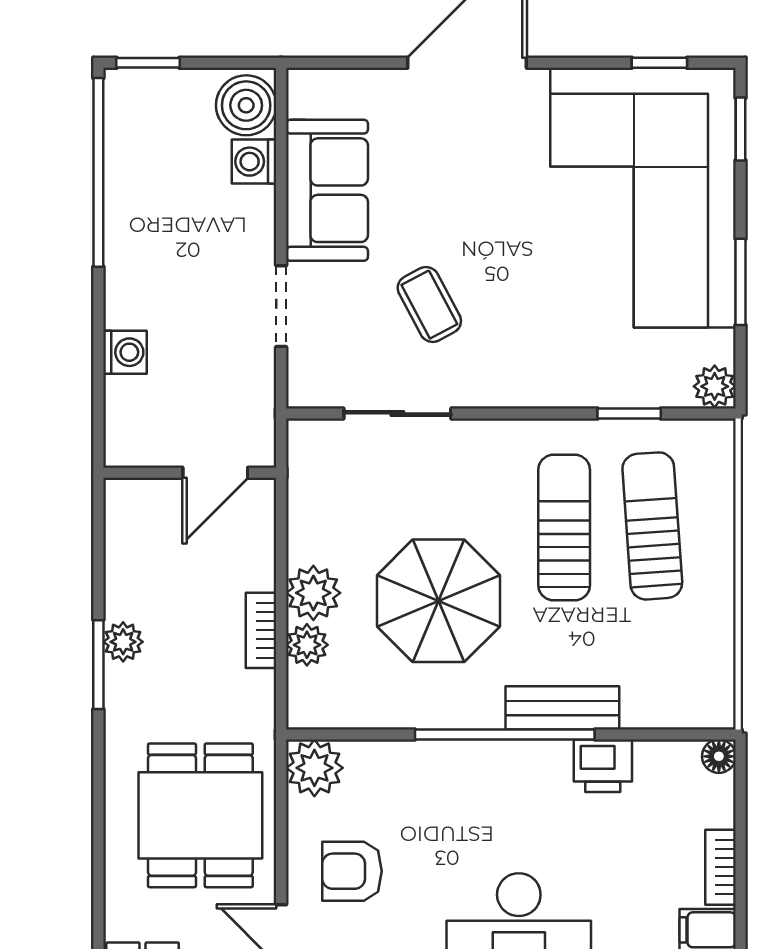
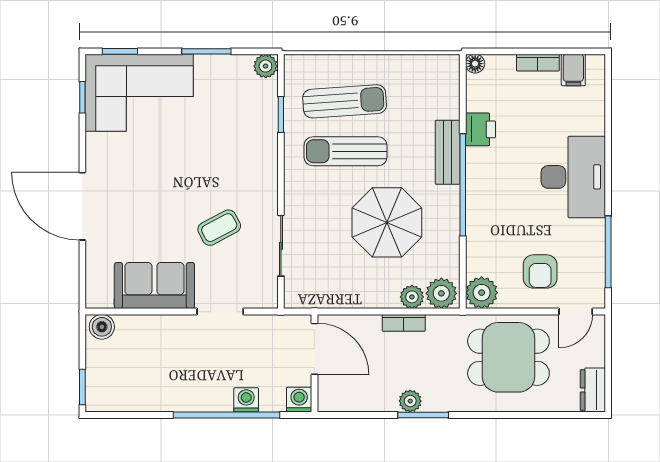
boiler: (246, 105) -> (102, 327), width x0.73, depth x0.73
washing machine: (254, 162) -> (299, 400), moved, turned 180
window: (98, 172) -> (226, 415), moved
corner sofa: (643, 198) -> (139, 93), width x0.73, depth x0.74
door: (215, 473) -> (314, 349), width x1.38
sun lounger: (652, 526) -> (345, 101), turned 180
plant: (313, 593) -> (441, 293), moved

